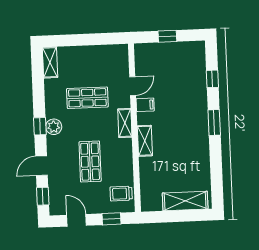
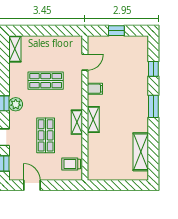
door: (133, 86) -> (85, 62), moved
shelving: (125, 123) -> (77, 122), moved
shelving: (185, 201) -> (141, 152), moved, turned 90
window: (112, 219) -> (62, 185), removed

